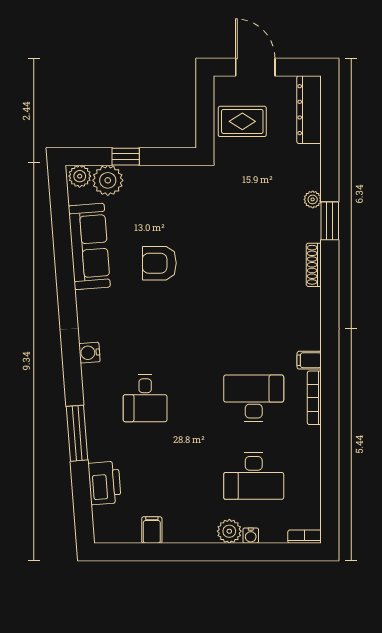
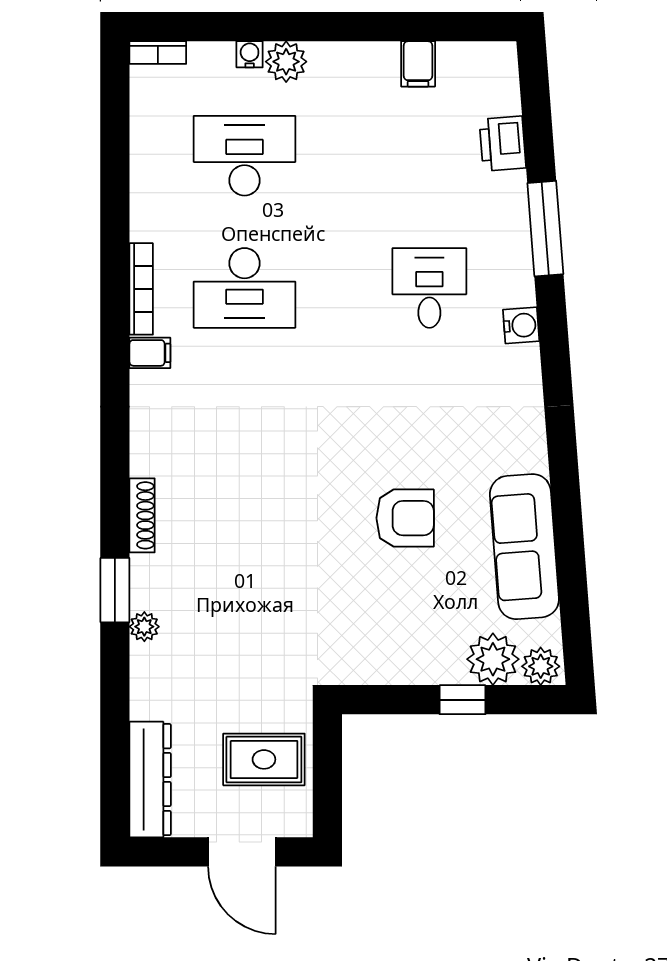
water cooler: (89, 353) -> (521, 325), moved
printer: (105, 483) -> (503, 144), width x0.73, depth x0.84

